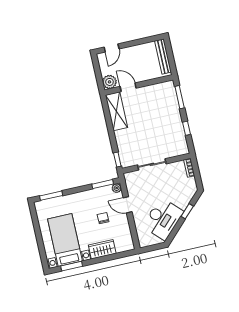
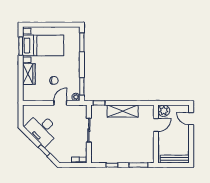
shelving: (116, 111) -> (123, 111), moved

